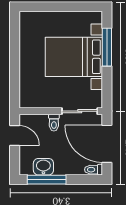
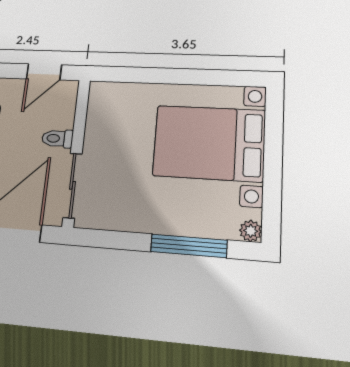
plant: (97, 17) -> (251, 231), added
bed with nightstands: (74, 57) -> (209, 143), moved, turned -90

